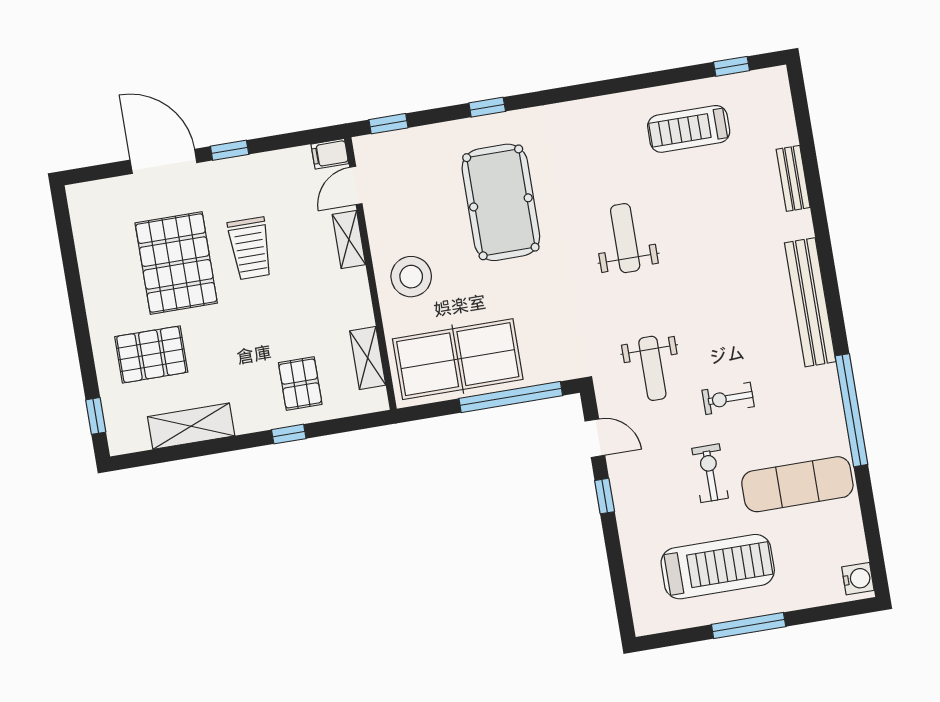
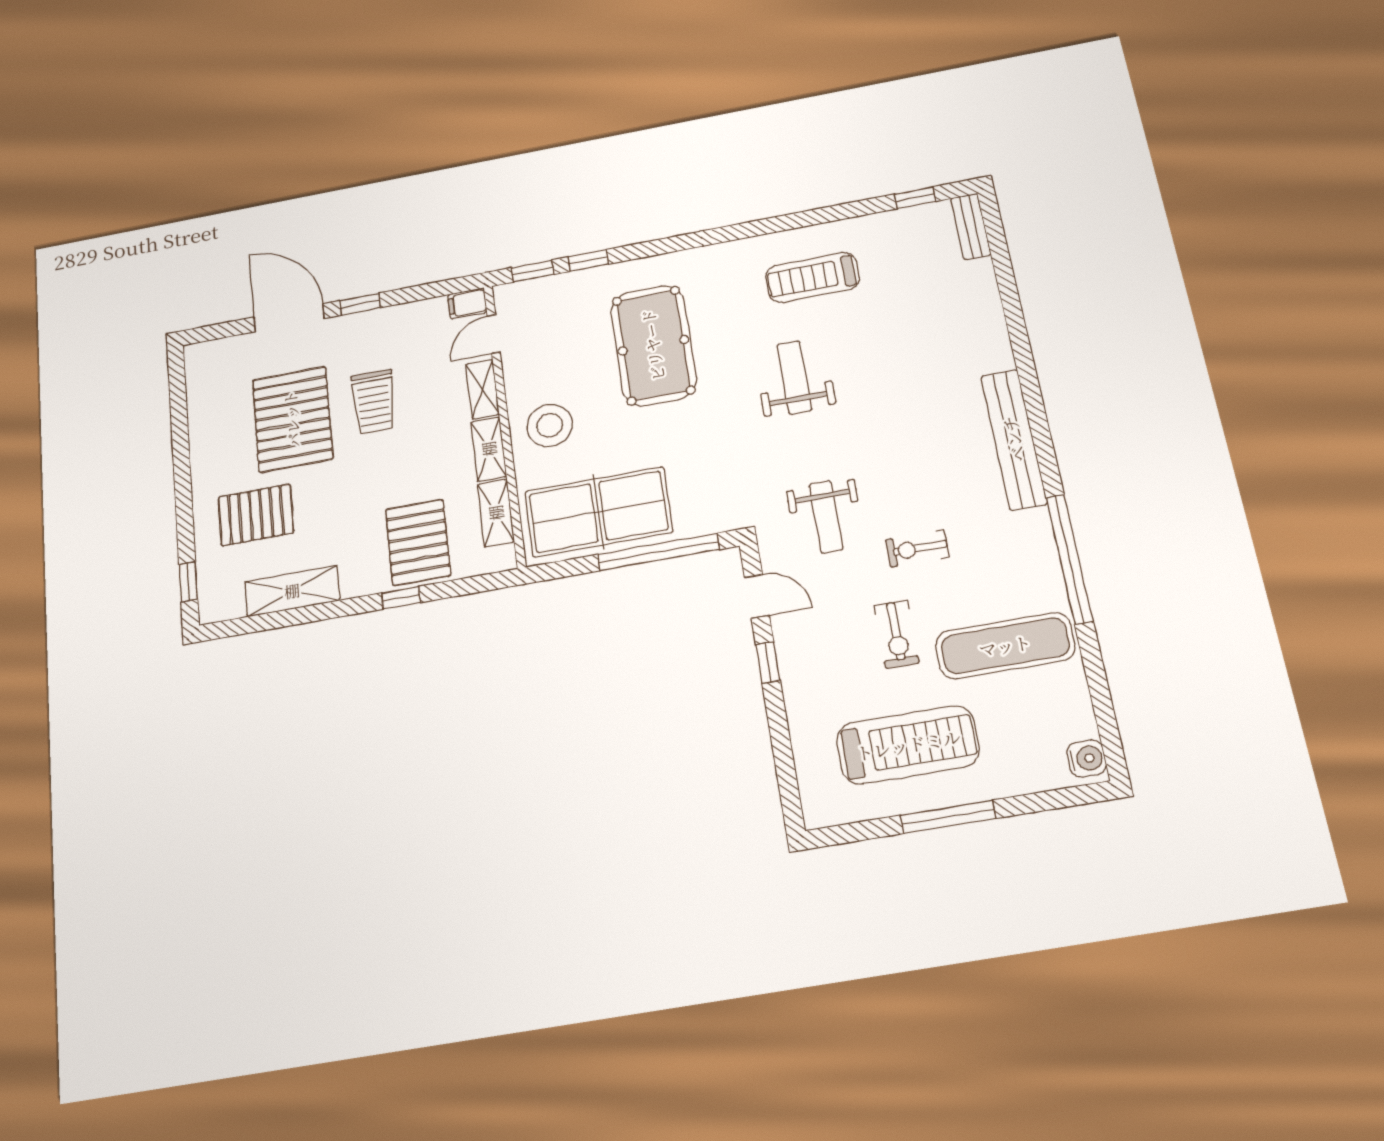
window: (487, 107) -> (588, 260), moved
treadmill: (689, 129) -> (812, 277), moved
bench: (793, 178) -> (971, 226), moved
shelving: (358, 298) -> (489, 449), added
pallet: (300, 384) -> (418, 542), width x1.50, depth x1.42
exercise bike: (710, 473) -> (896, 634), turned 180

